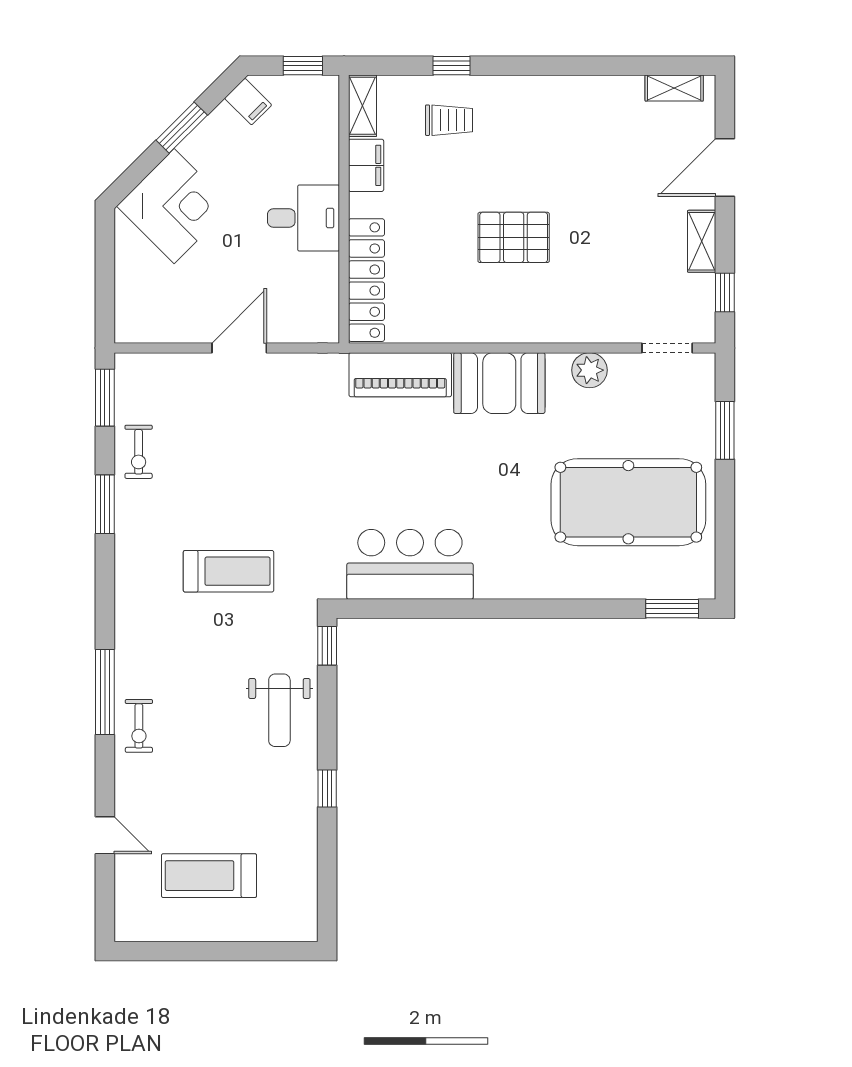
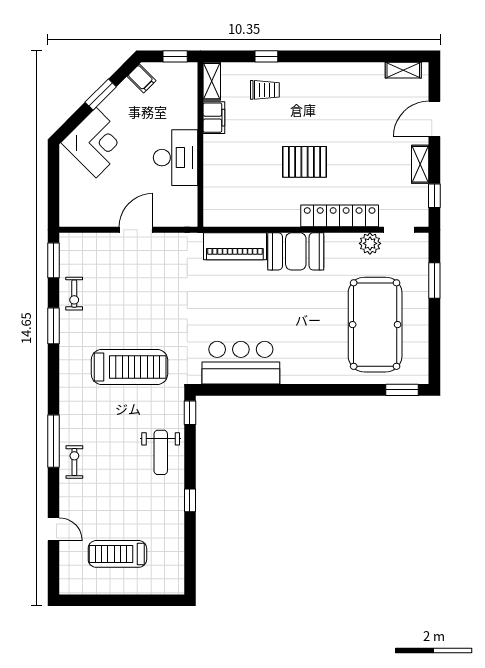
desk: (303, 218) -> (176, 158), width x1.37
locker: (366, 280) -> (340, 216), moved, turned -90
plant: (589, 370) -> (370, 243), moved
pool table: (628, 502) -> (375, 325), turned 90
treadmill: (228, 571) -> (129, 367), width x1.37, depth x1.38
exercise bike: (139, 726) -> (74, 462), turned 180

